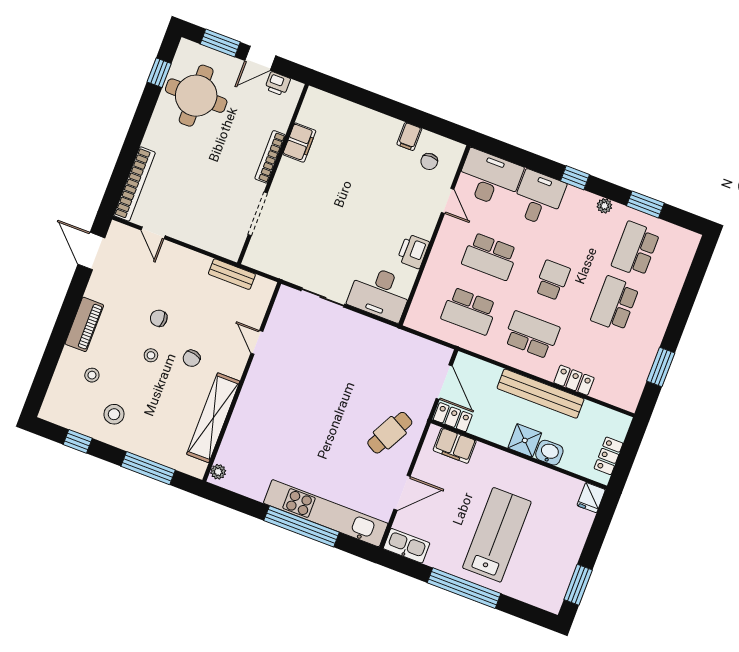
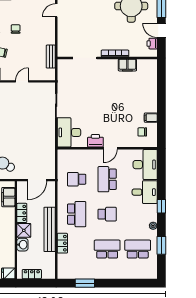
door: (448, 201) -> (110, 148), moved
school desk: (469, 311) -> (77, 179), width x0.54
locker: (453, 417) -> (22, 213), moved

